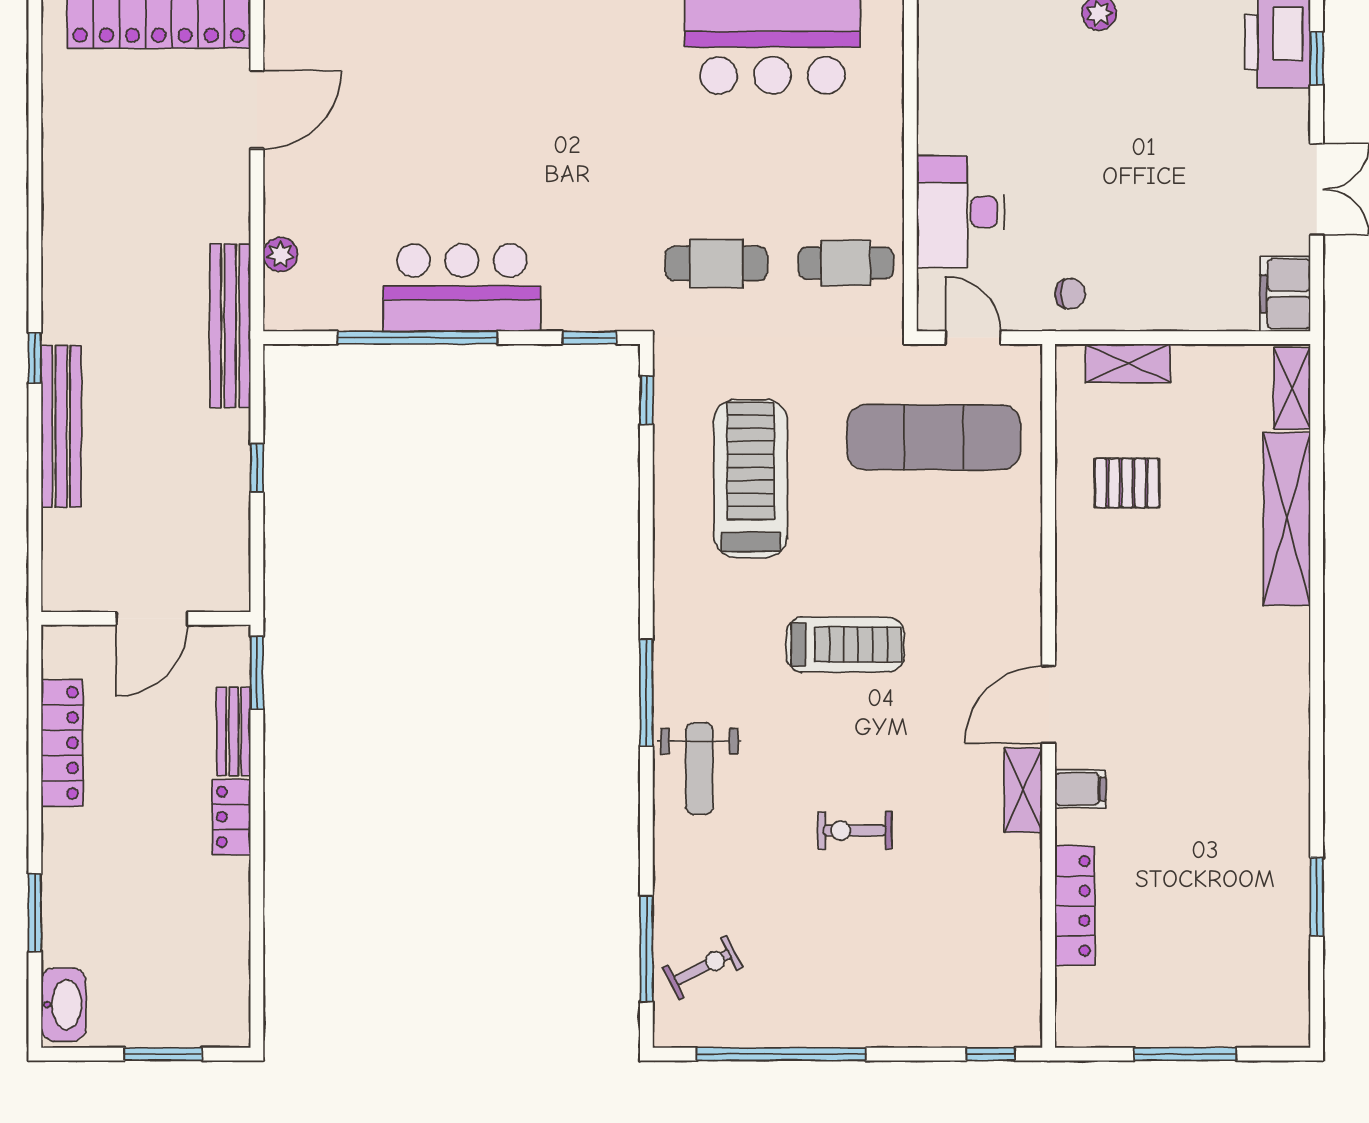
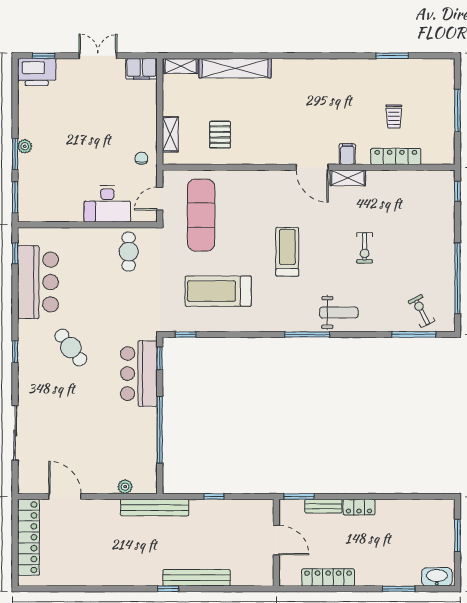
cafe table: (716, 263) -> (71, 348), moved, turned -37
bar counter: (462, 288) -> (139, 374), moved
trolley: (1170, 901) -> (394, 117), added

